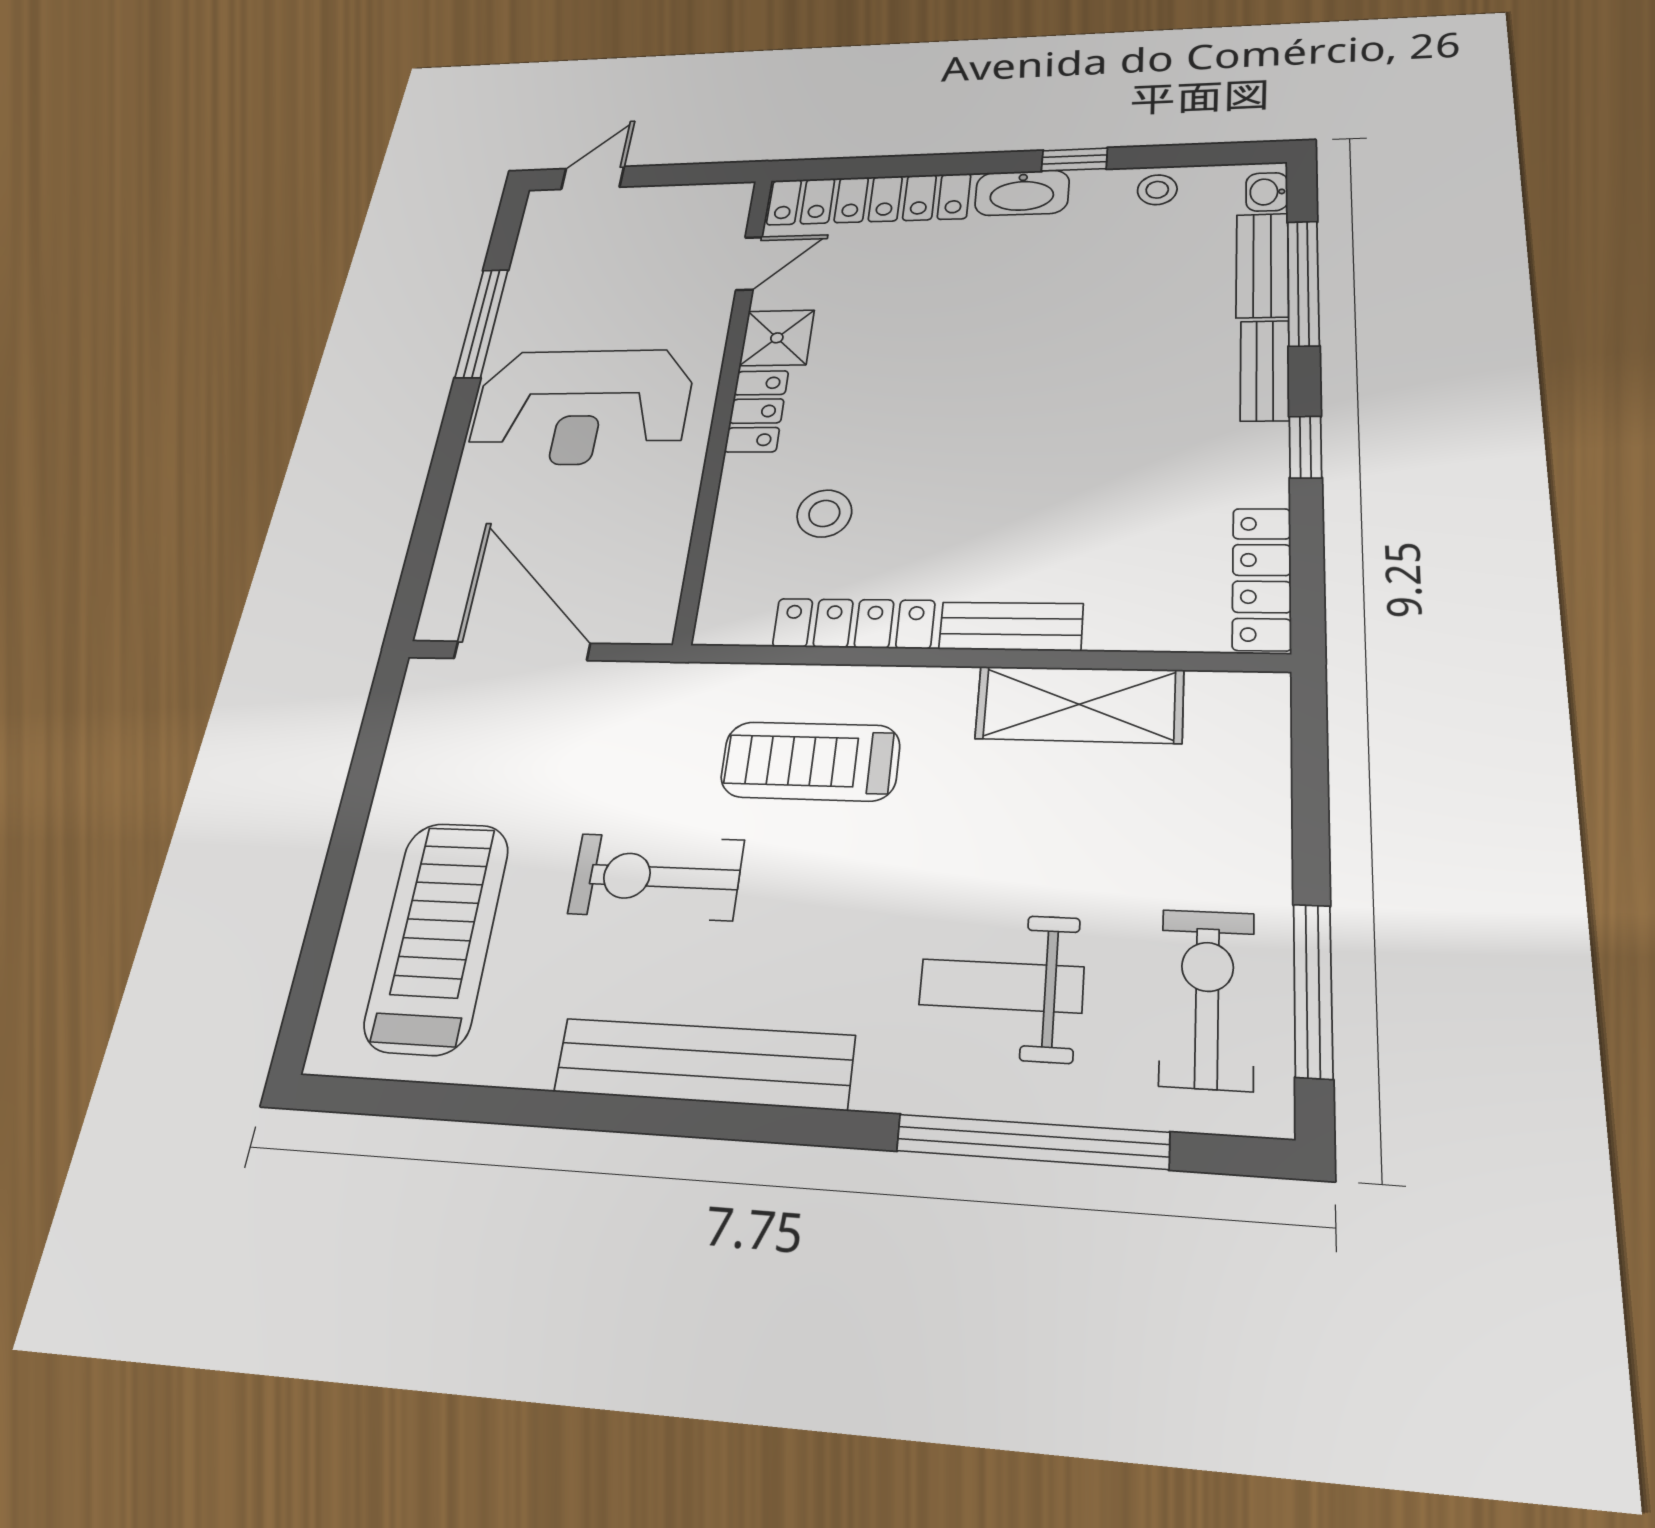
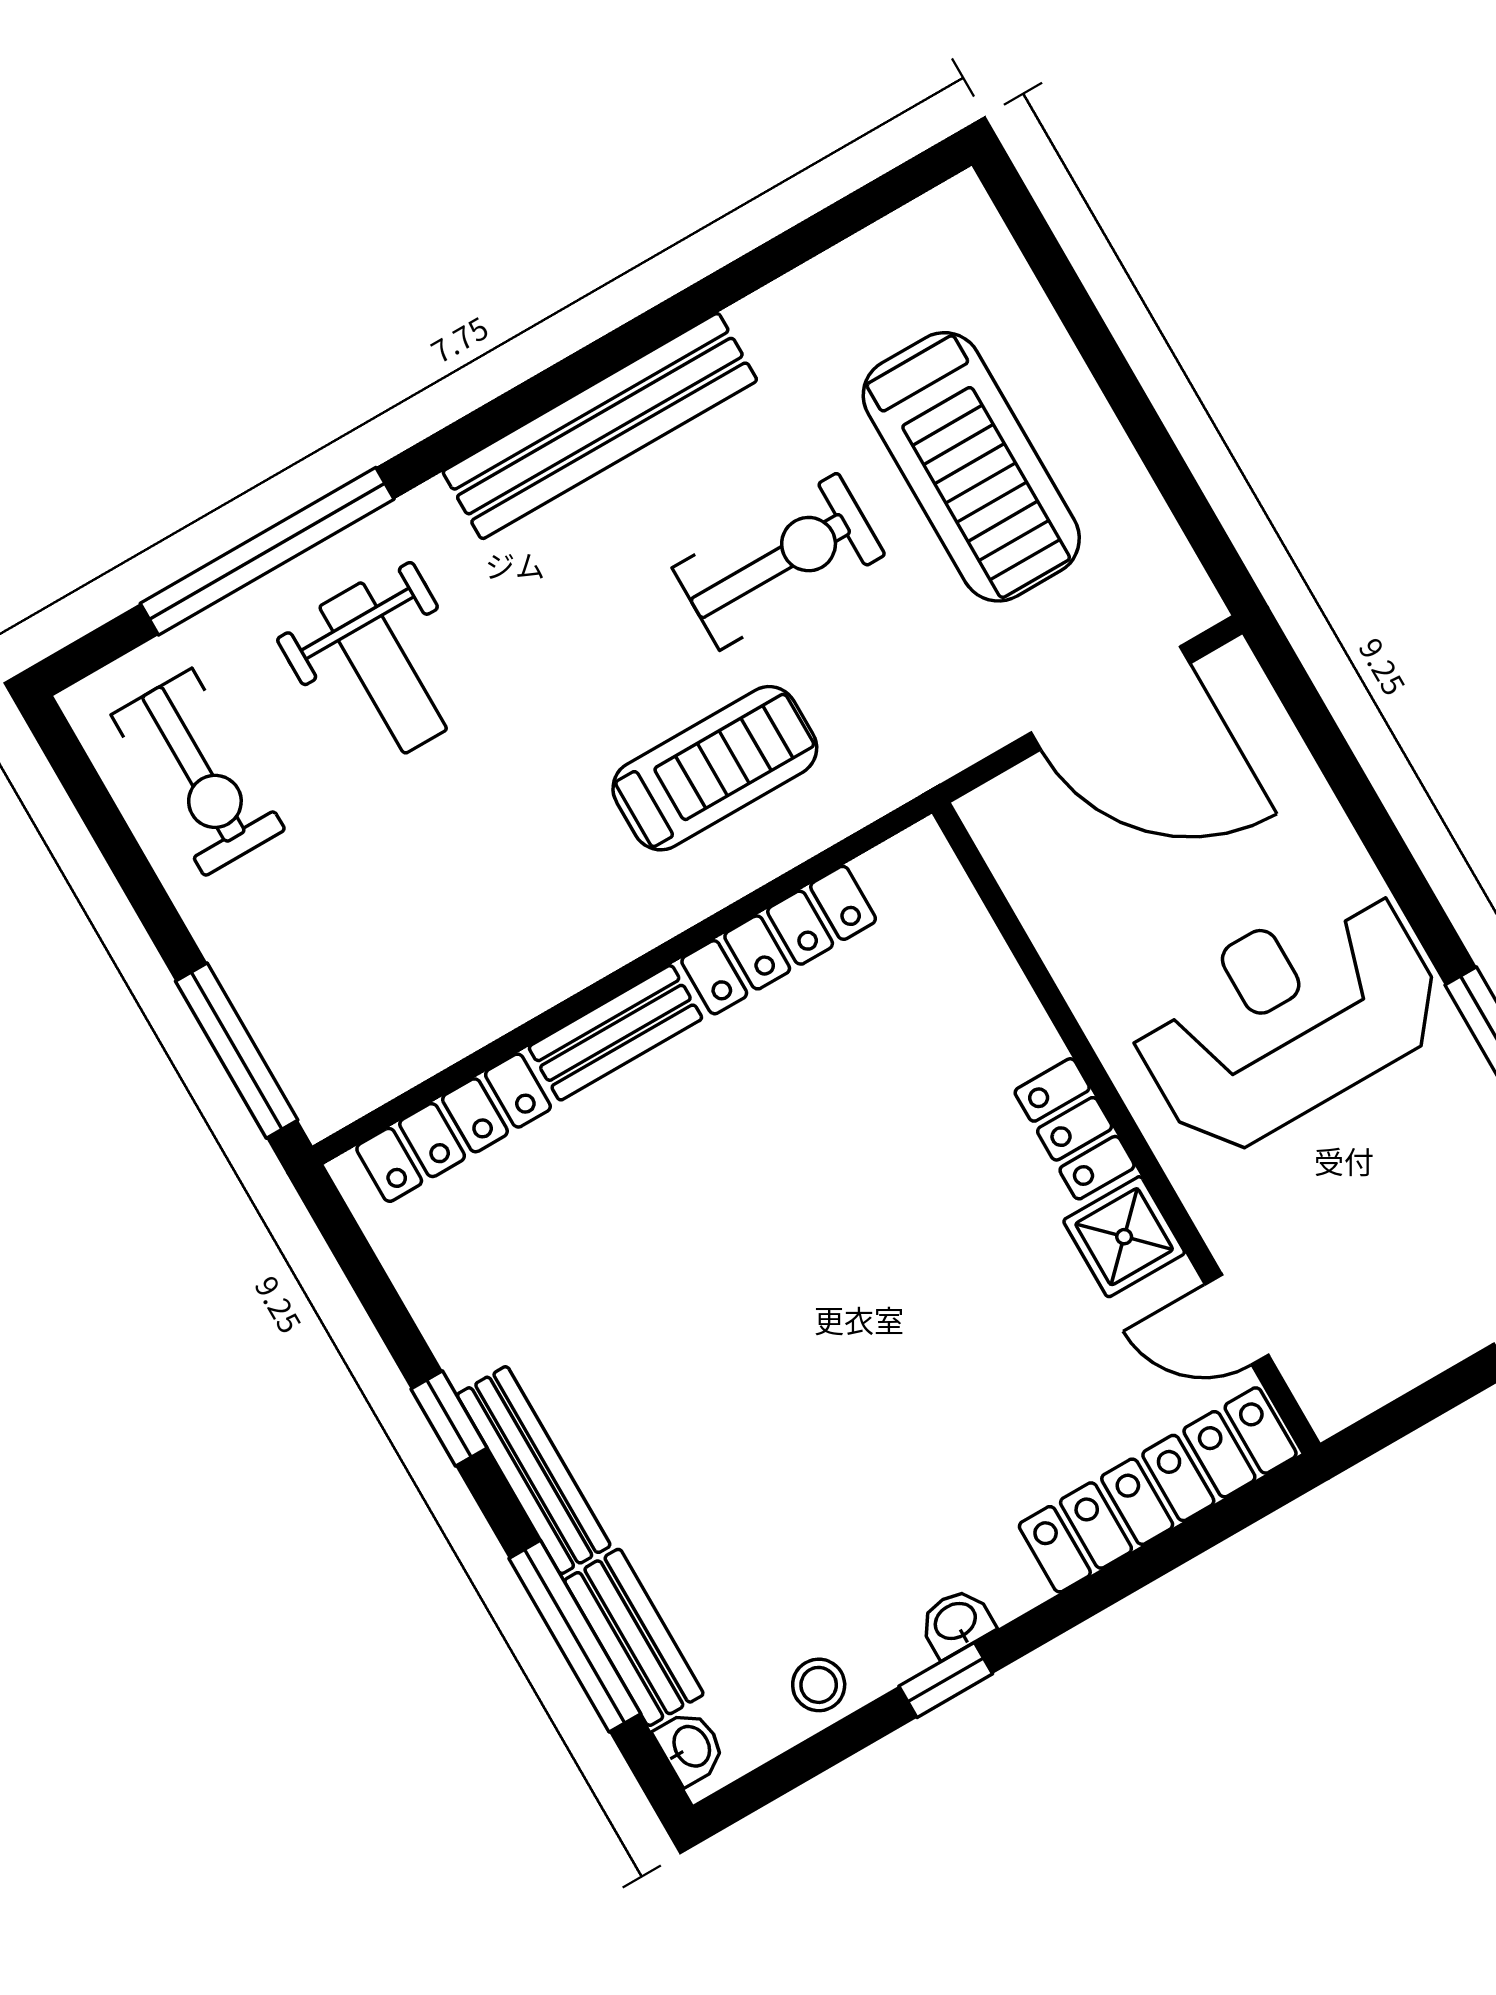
washbasin: (1022, 193) -> (956, 1622), width x0.52, depth x0.69
door: (749, 264) -> (1237, 1320), hinge flipped
bench: (1265, 370) -> (534, 1470), width x1.36
stool: (824, 513) -> (903, 1047), removed
locker: (1262, 578) -> (454, 1128), moved, turned 90
shelving: (1079, 704) -> (493, 989), removed
treadmill: (437, 936) -> (971, 467), moved
weight bench: (1001, 986) -> (383, 668), turned 90
window: (1313, 990) -> (237, 1051), moved

